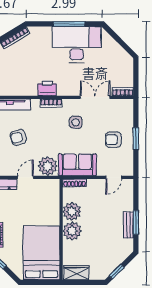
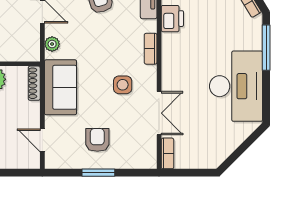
window: (69, 24) -> (266, 48), moved
printer: (47, 88) -> (172, 19), moved
plant: (48, 166) -> (52, 44), width x0.53, depth x0.53

